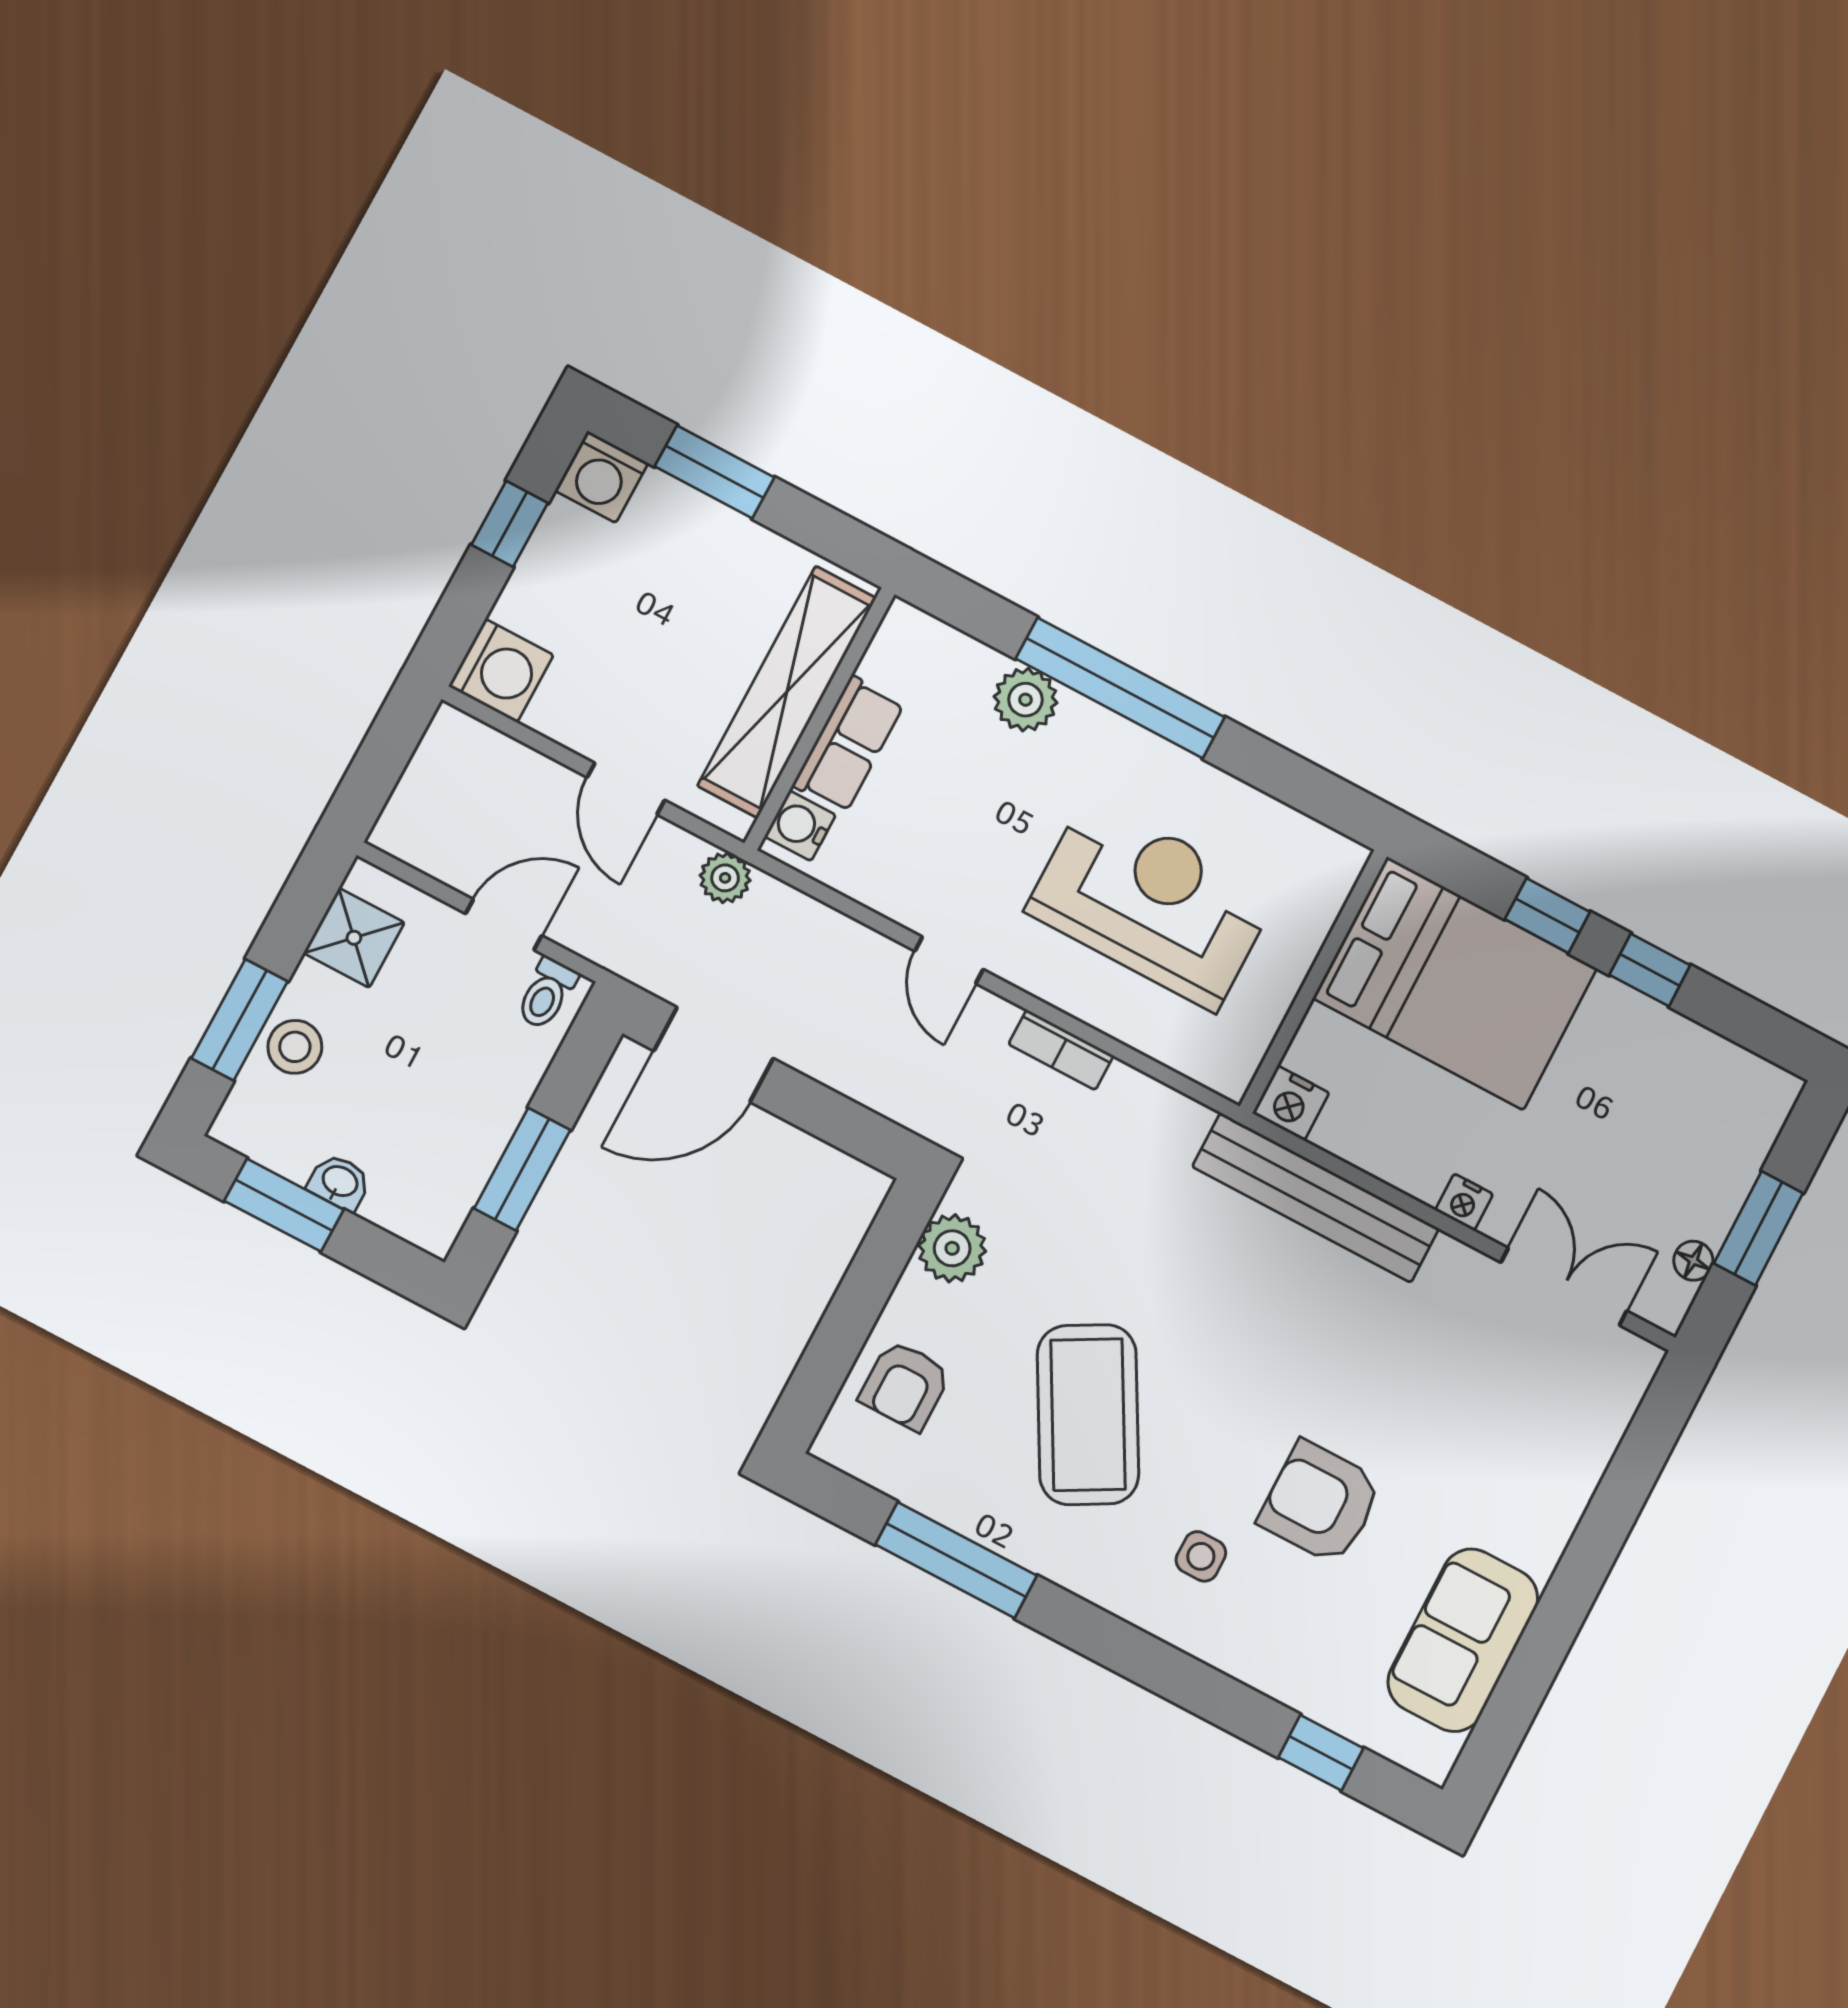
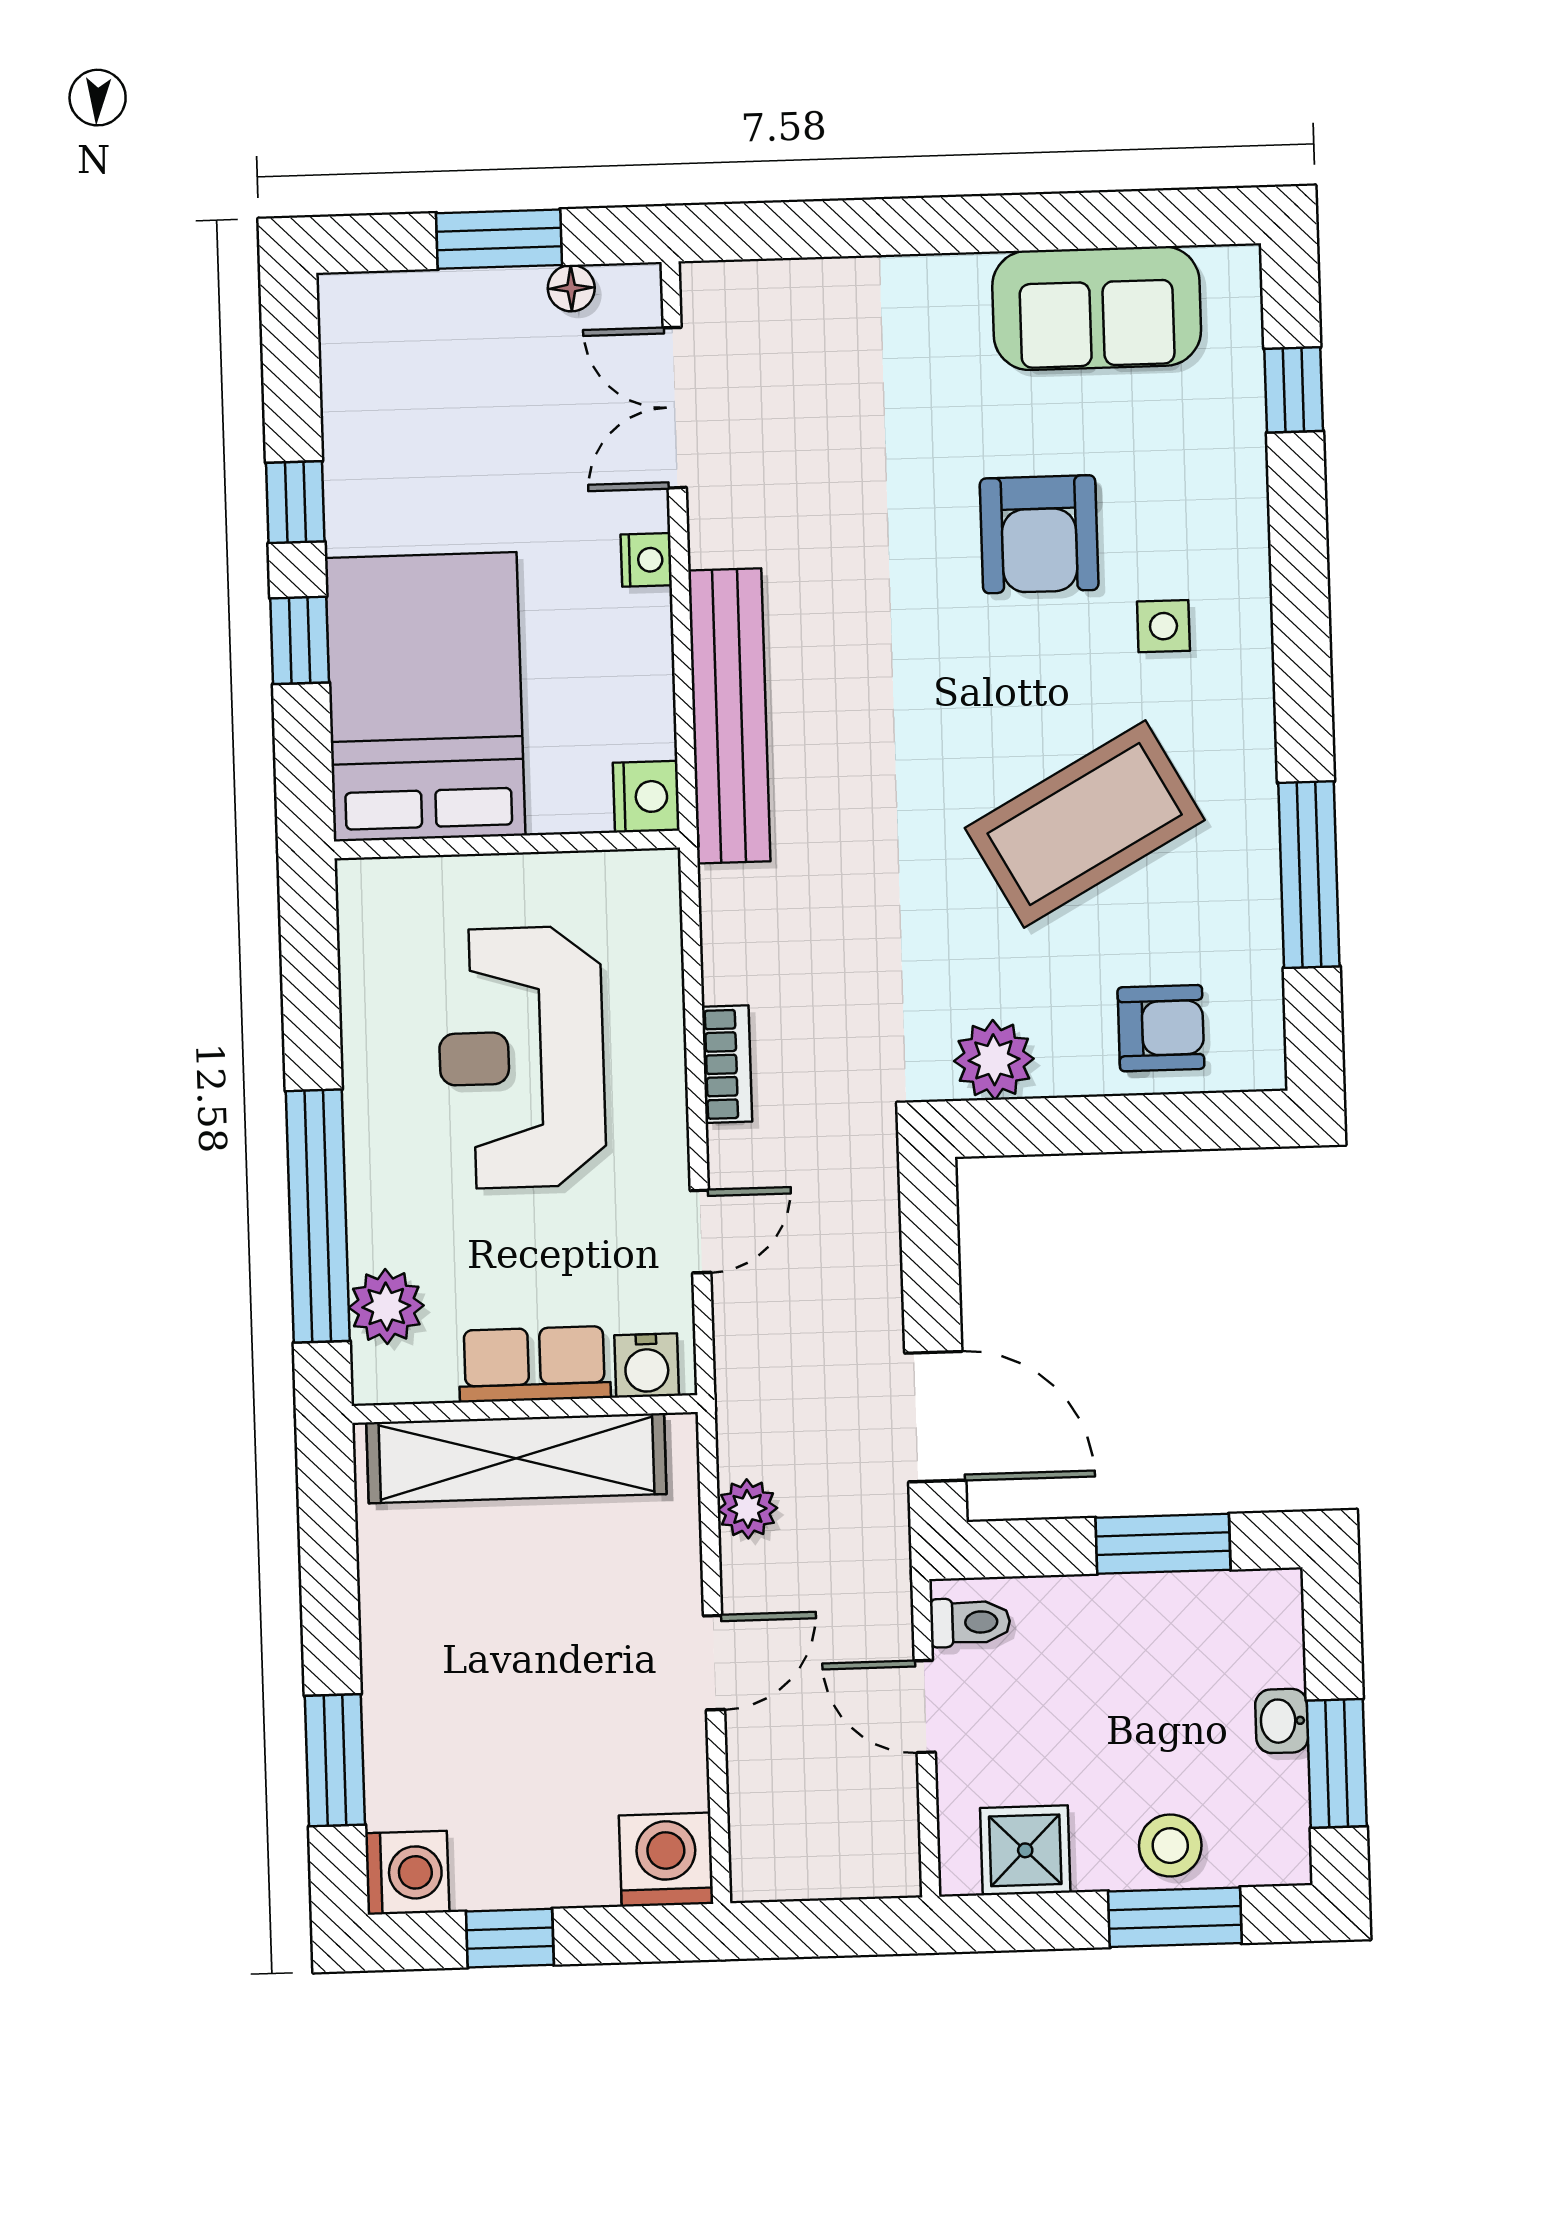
shelving: (787, 692) -> (516, 1458), moved
wall: (820, 719) -> (525, 1409), moved
row of seats: (848, 744) -> (534, 1364), moved
water cooler: (800, 826) -> (647, 1365), moved

